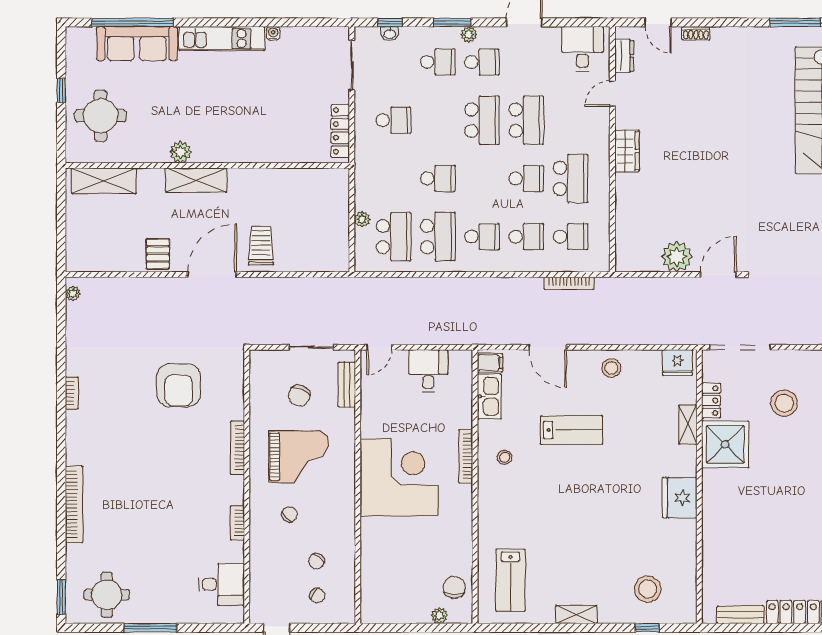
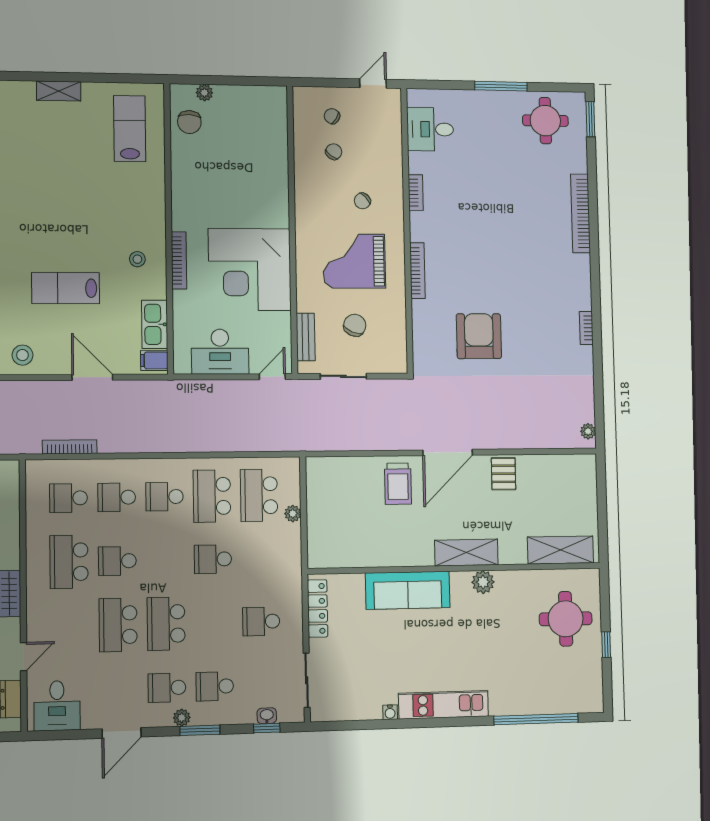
sofa: (137, 44) -> (408, 590), moved, turned 180
desk: (428, 371) -> (220, 352), width x1.37
corner desk: (399, 477) -> (250, 269), moved

